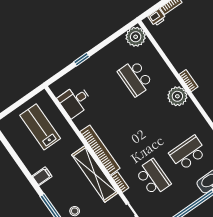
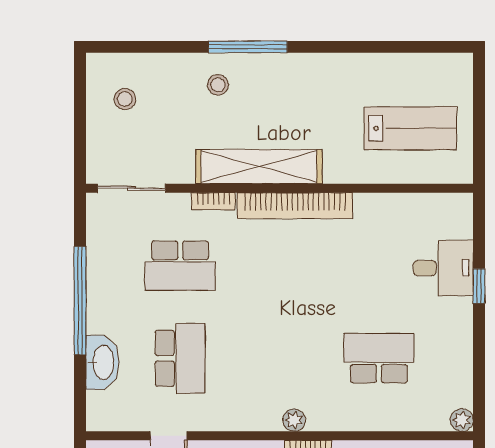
plant: (136, 37) -> (462, 420), width x0.53, depth x0.53
plant: (177, 96) -> (294, 420), width x0.53, depth x0.53
desk: (75, 101) -> (443, 268), moved, turned 90
filing cabinet: (42, 176) -> (320, 70), removed

